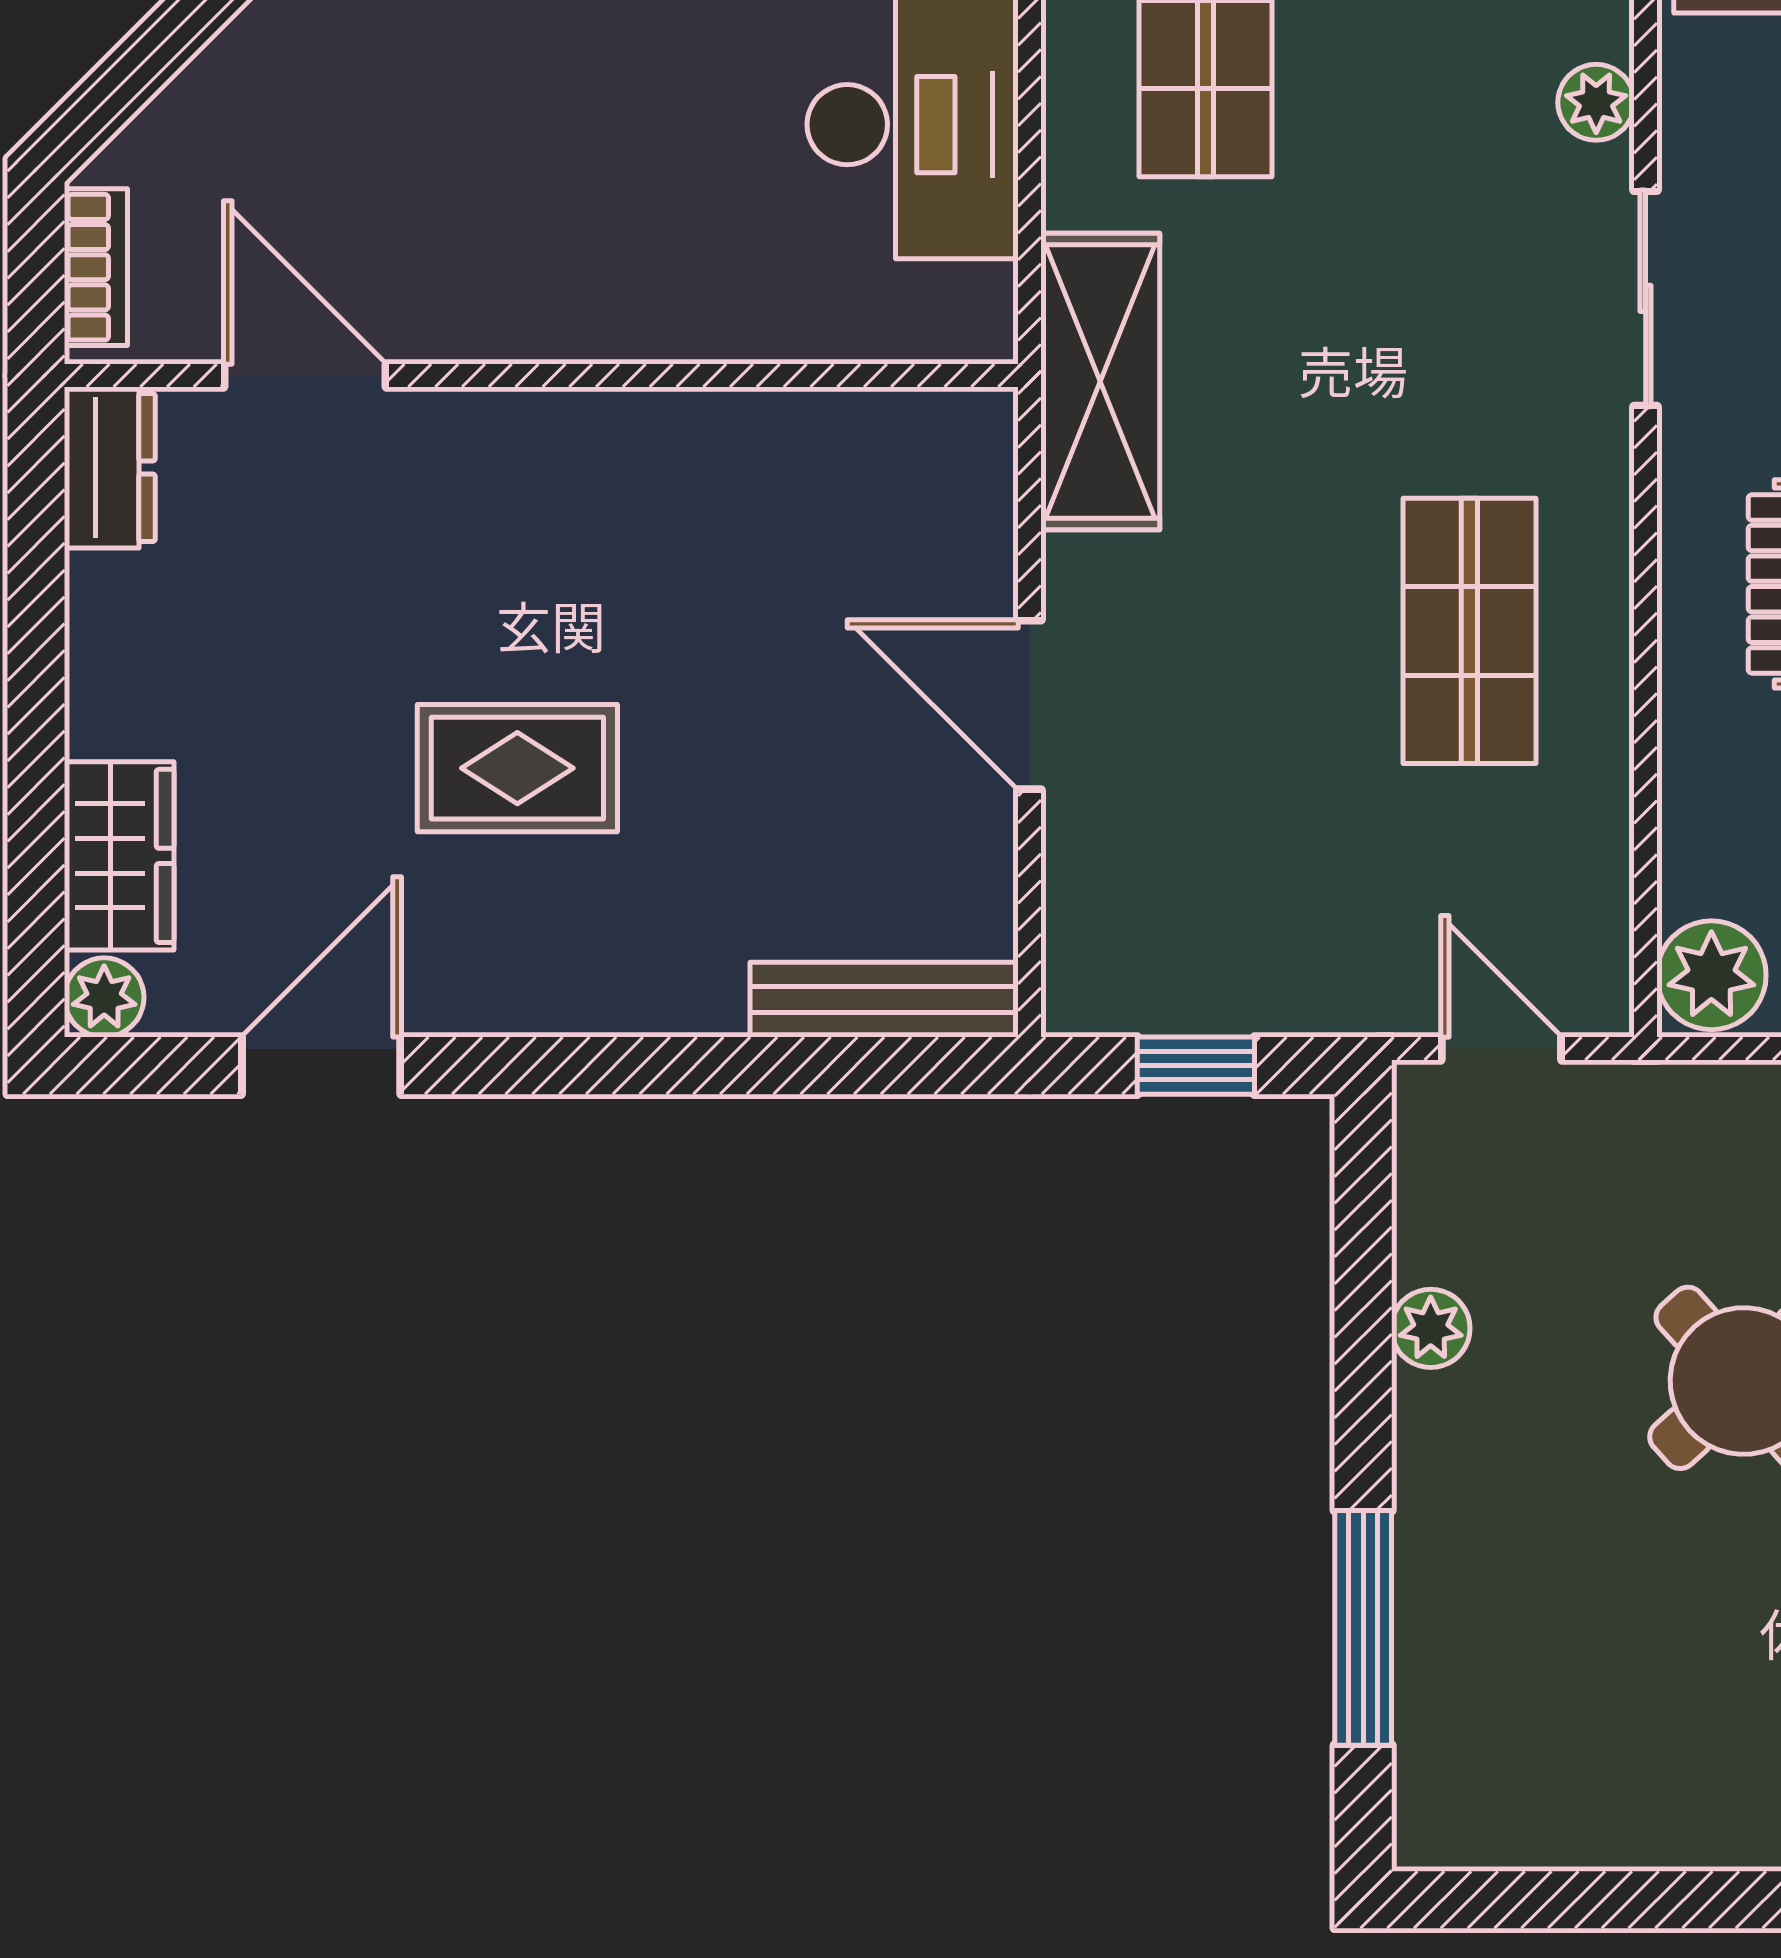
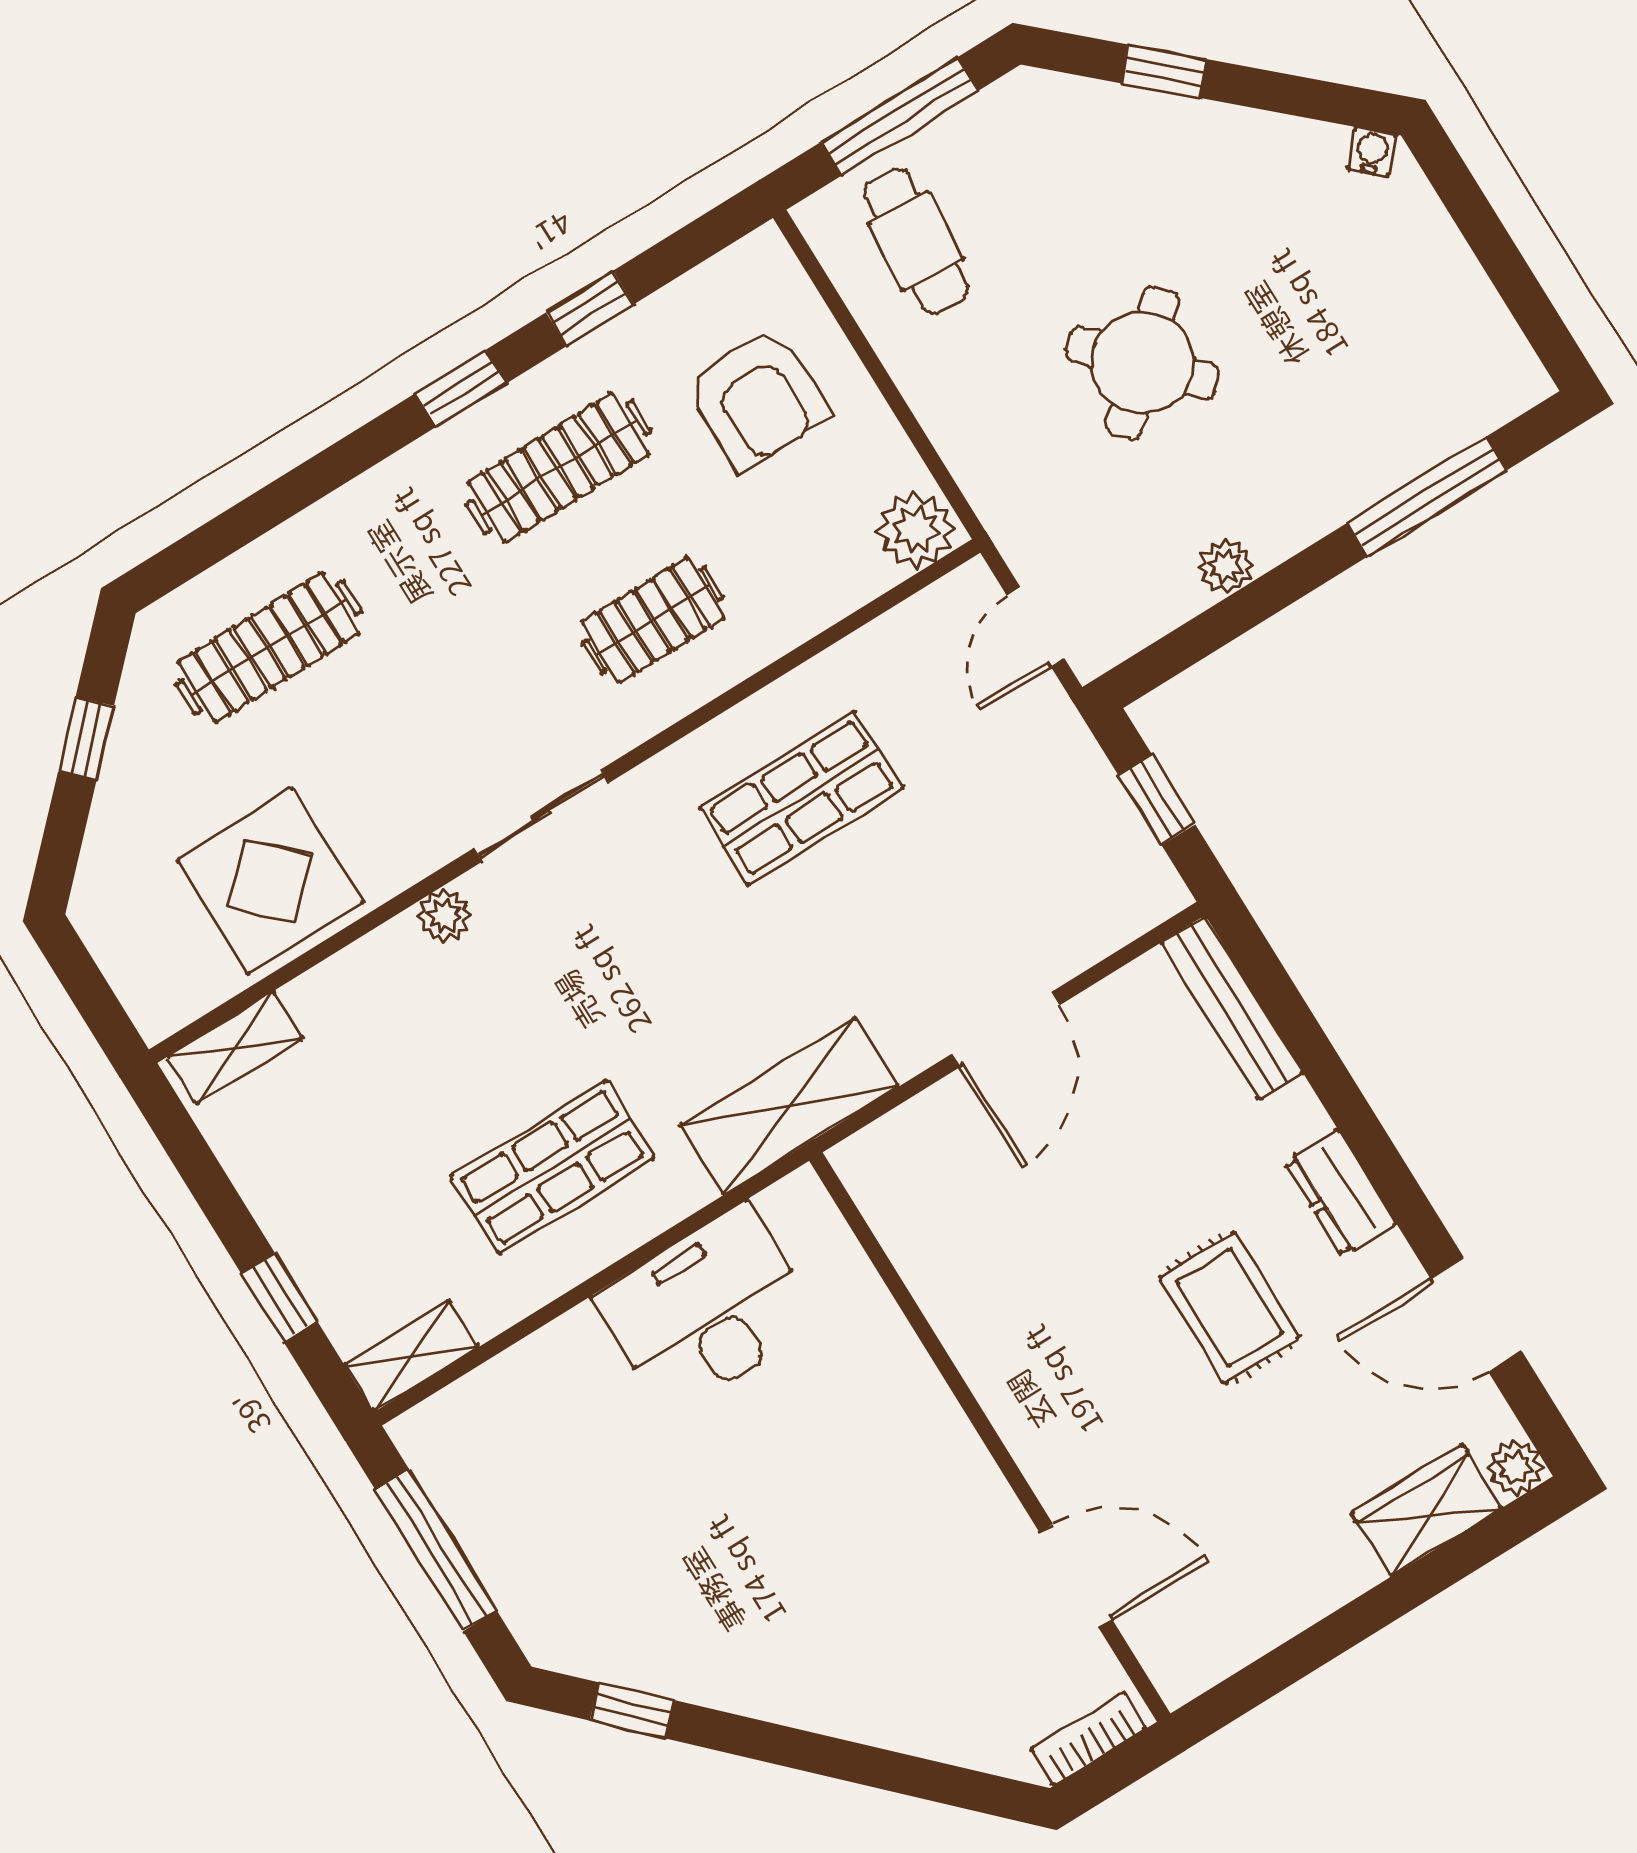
door: (305, 375) -> (1076, 1576), swing flipped
dresser: (110, 468) -> (1340, 1193), moved, turned -90

